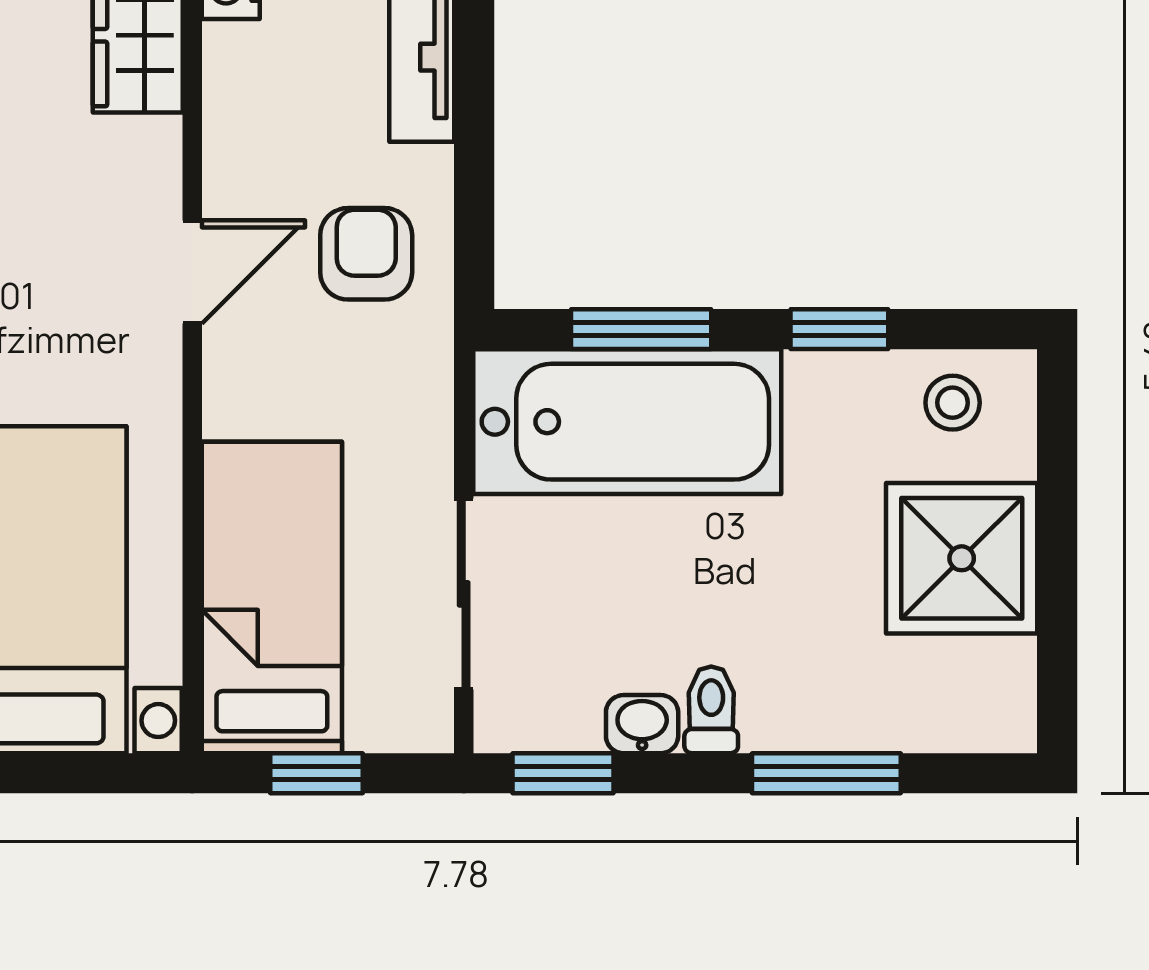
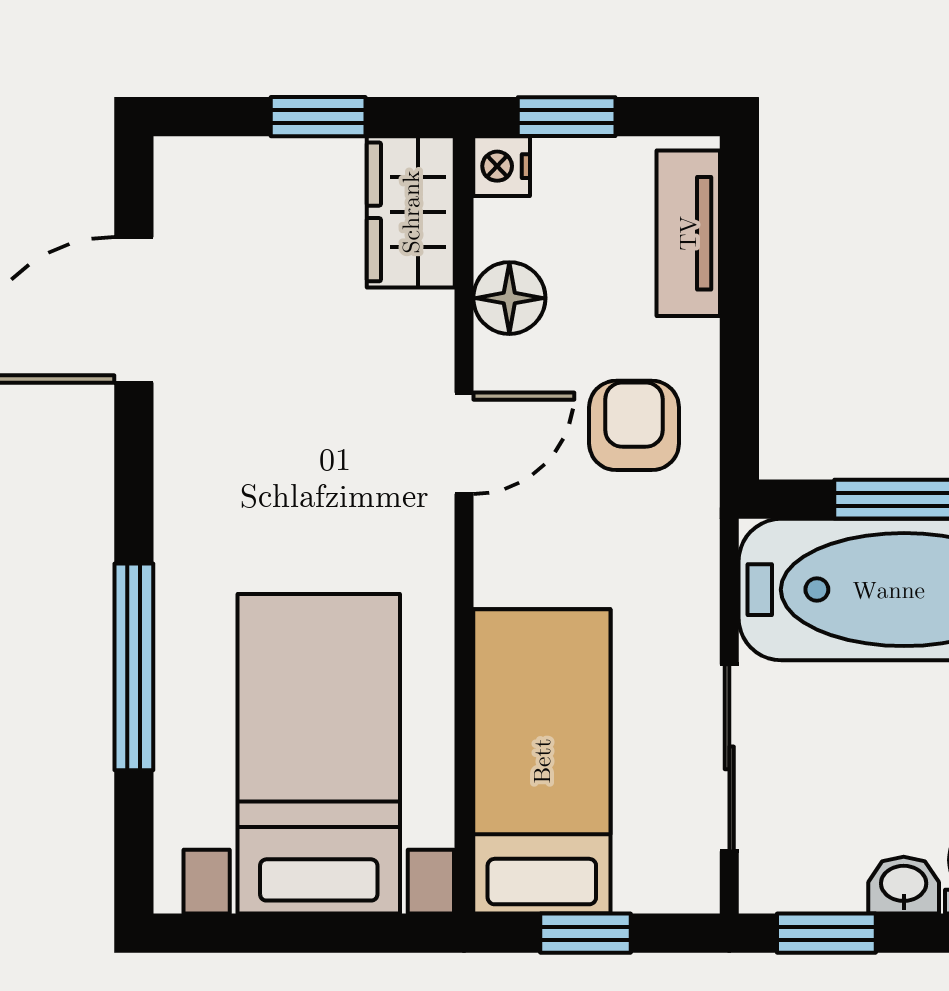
floor lamp: (239, 123) -> (509, 298), added

